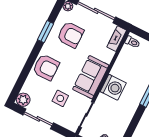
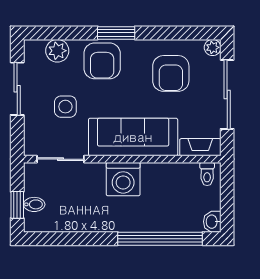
window: (46, 32) -> (116, 33), moved
sofa: (91, 77) -> (133, 137), width x1.36
plant: (23, 100) -> (57, 51), moved

